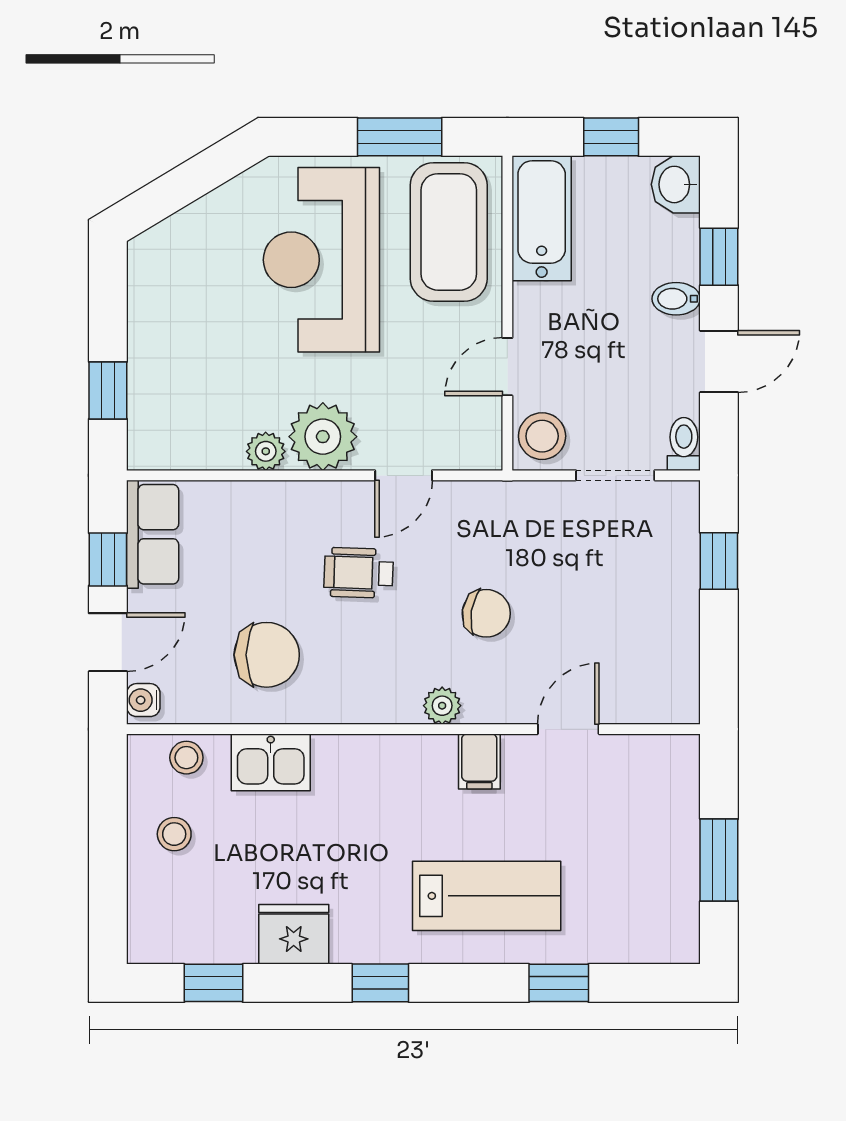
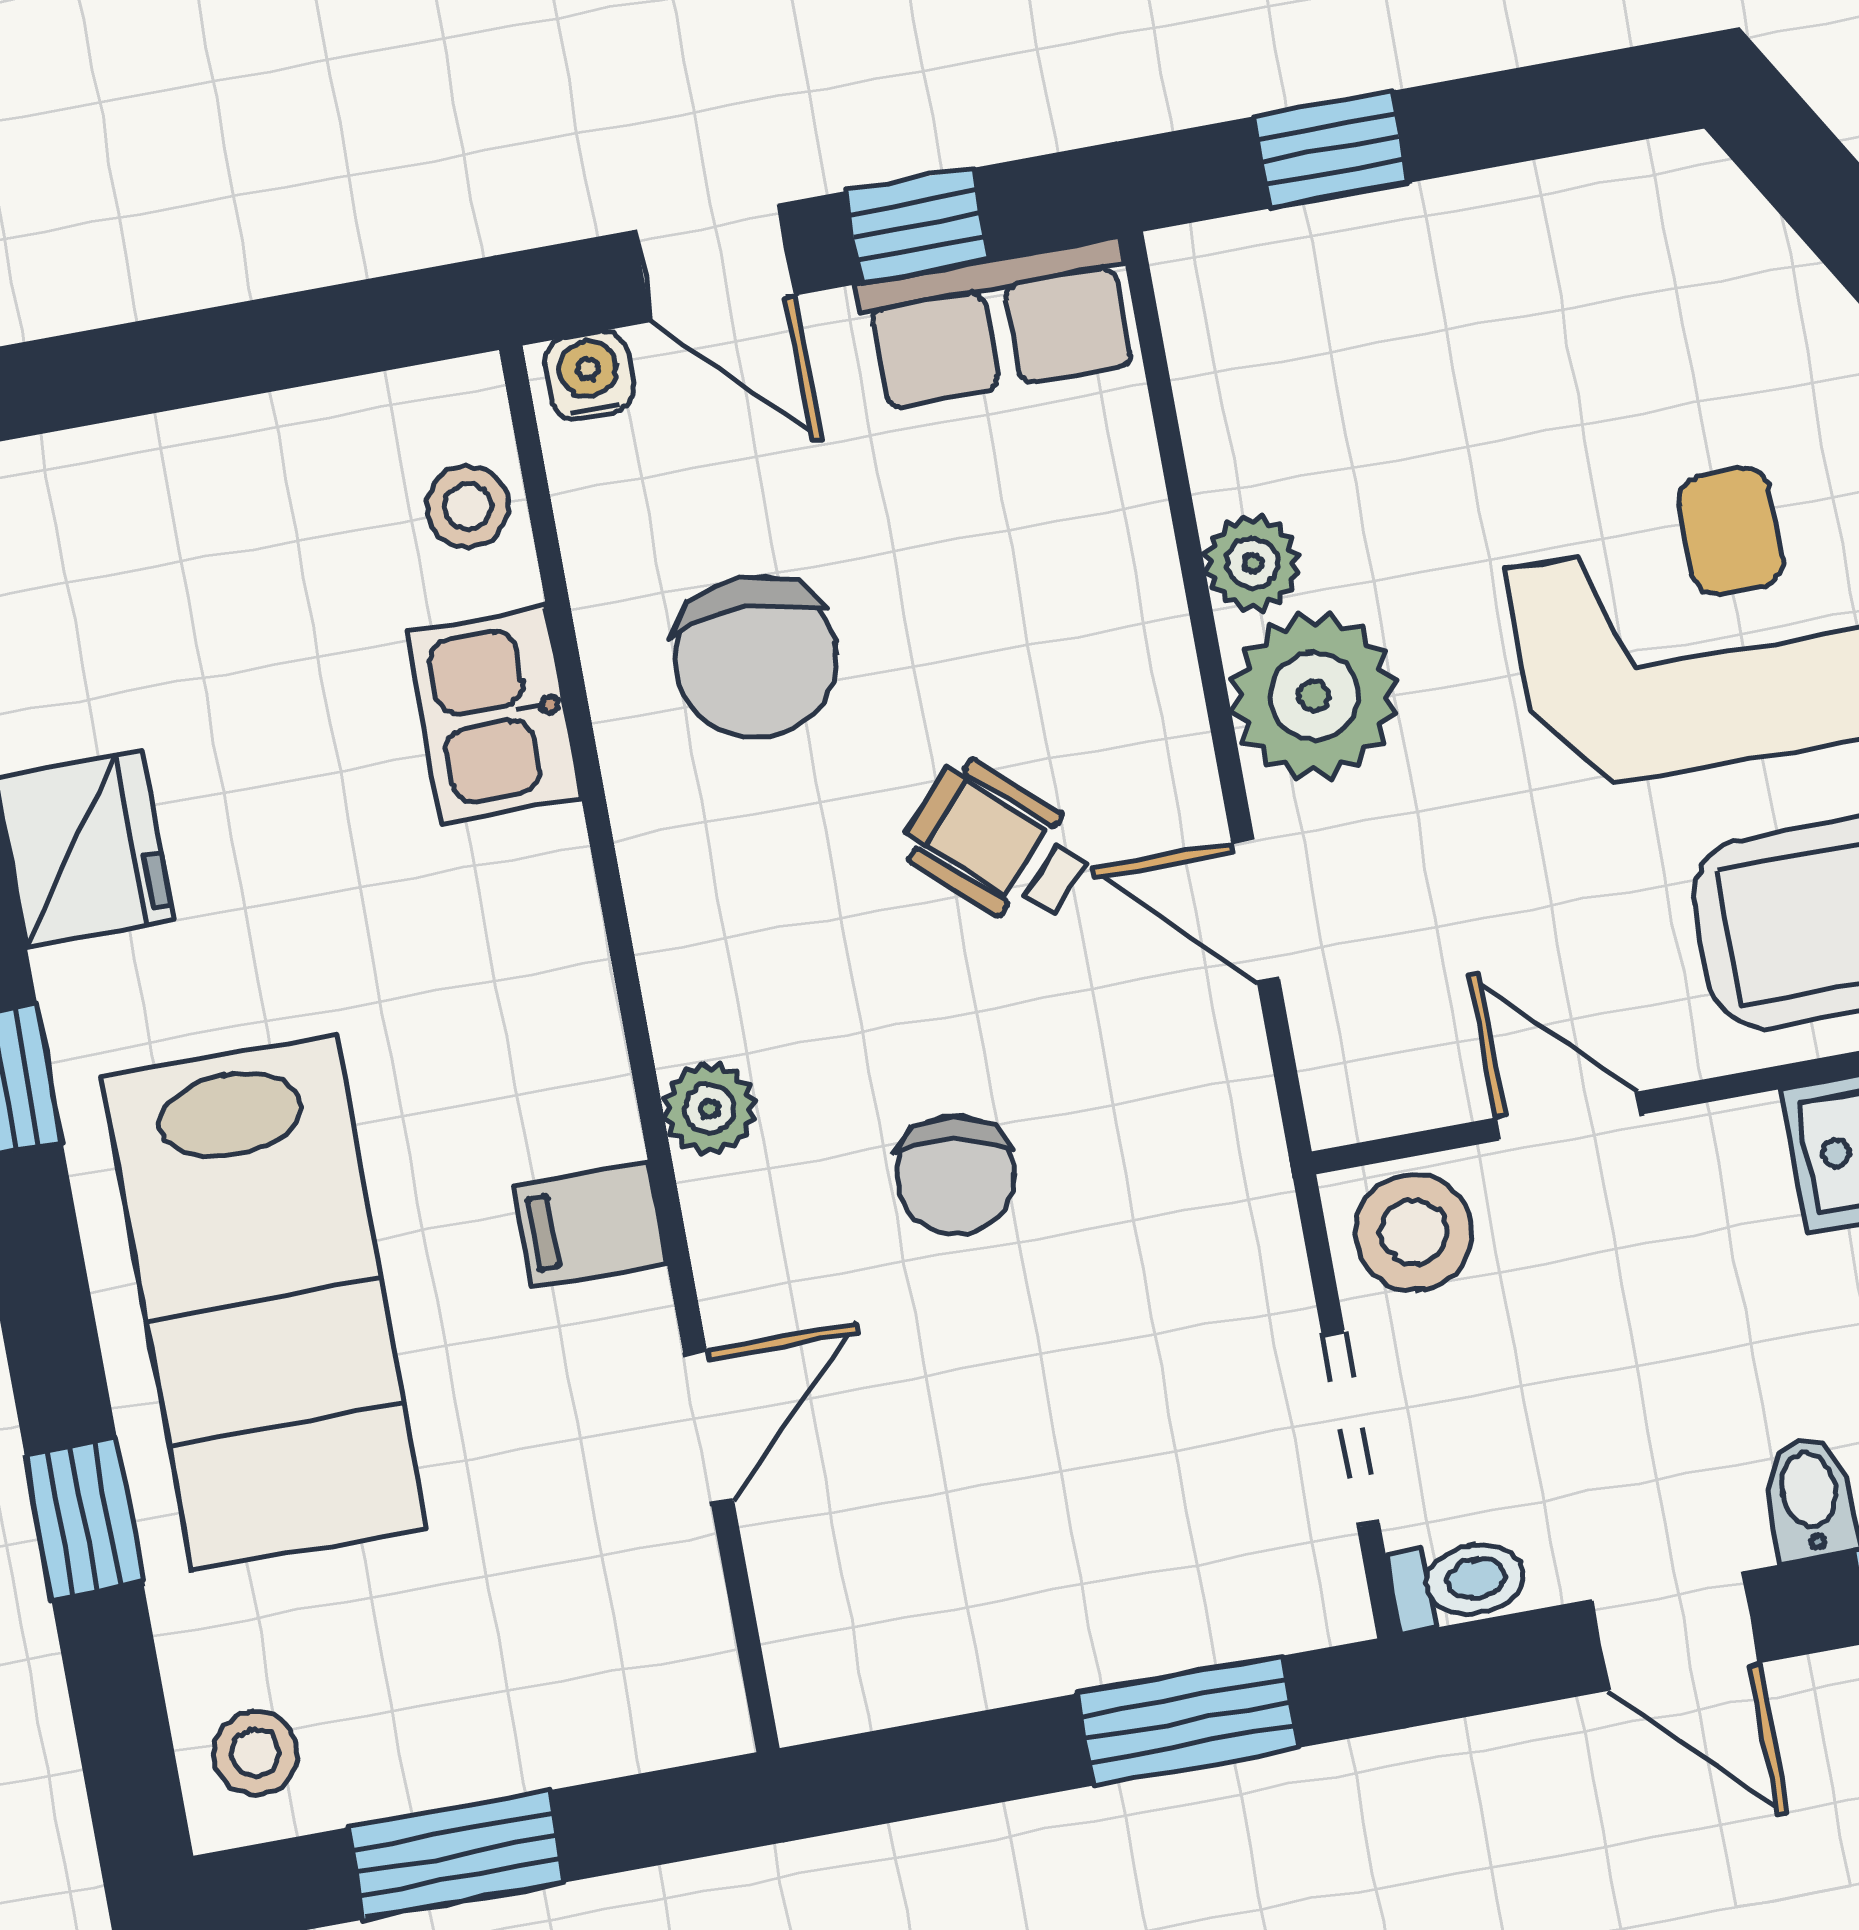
window: (719, 561) -> (1188, 1721), width x1.50
wheelchair: (359, 573) -> (997, 845), turned -50
door: (568, 729) -> (709, 1428), hinge flipped
stool: (174, 834) -> (255, 1753), moved
lab bench: (487, 896) -> (264, 1303), width x1.36, depth x1.39

